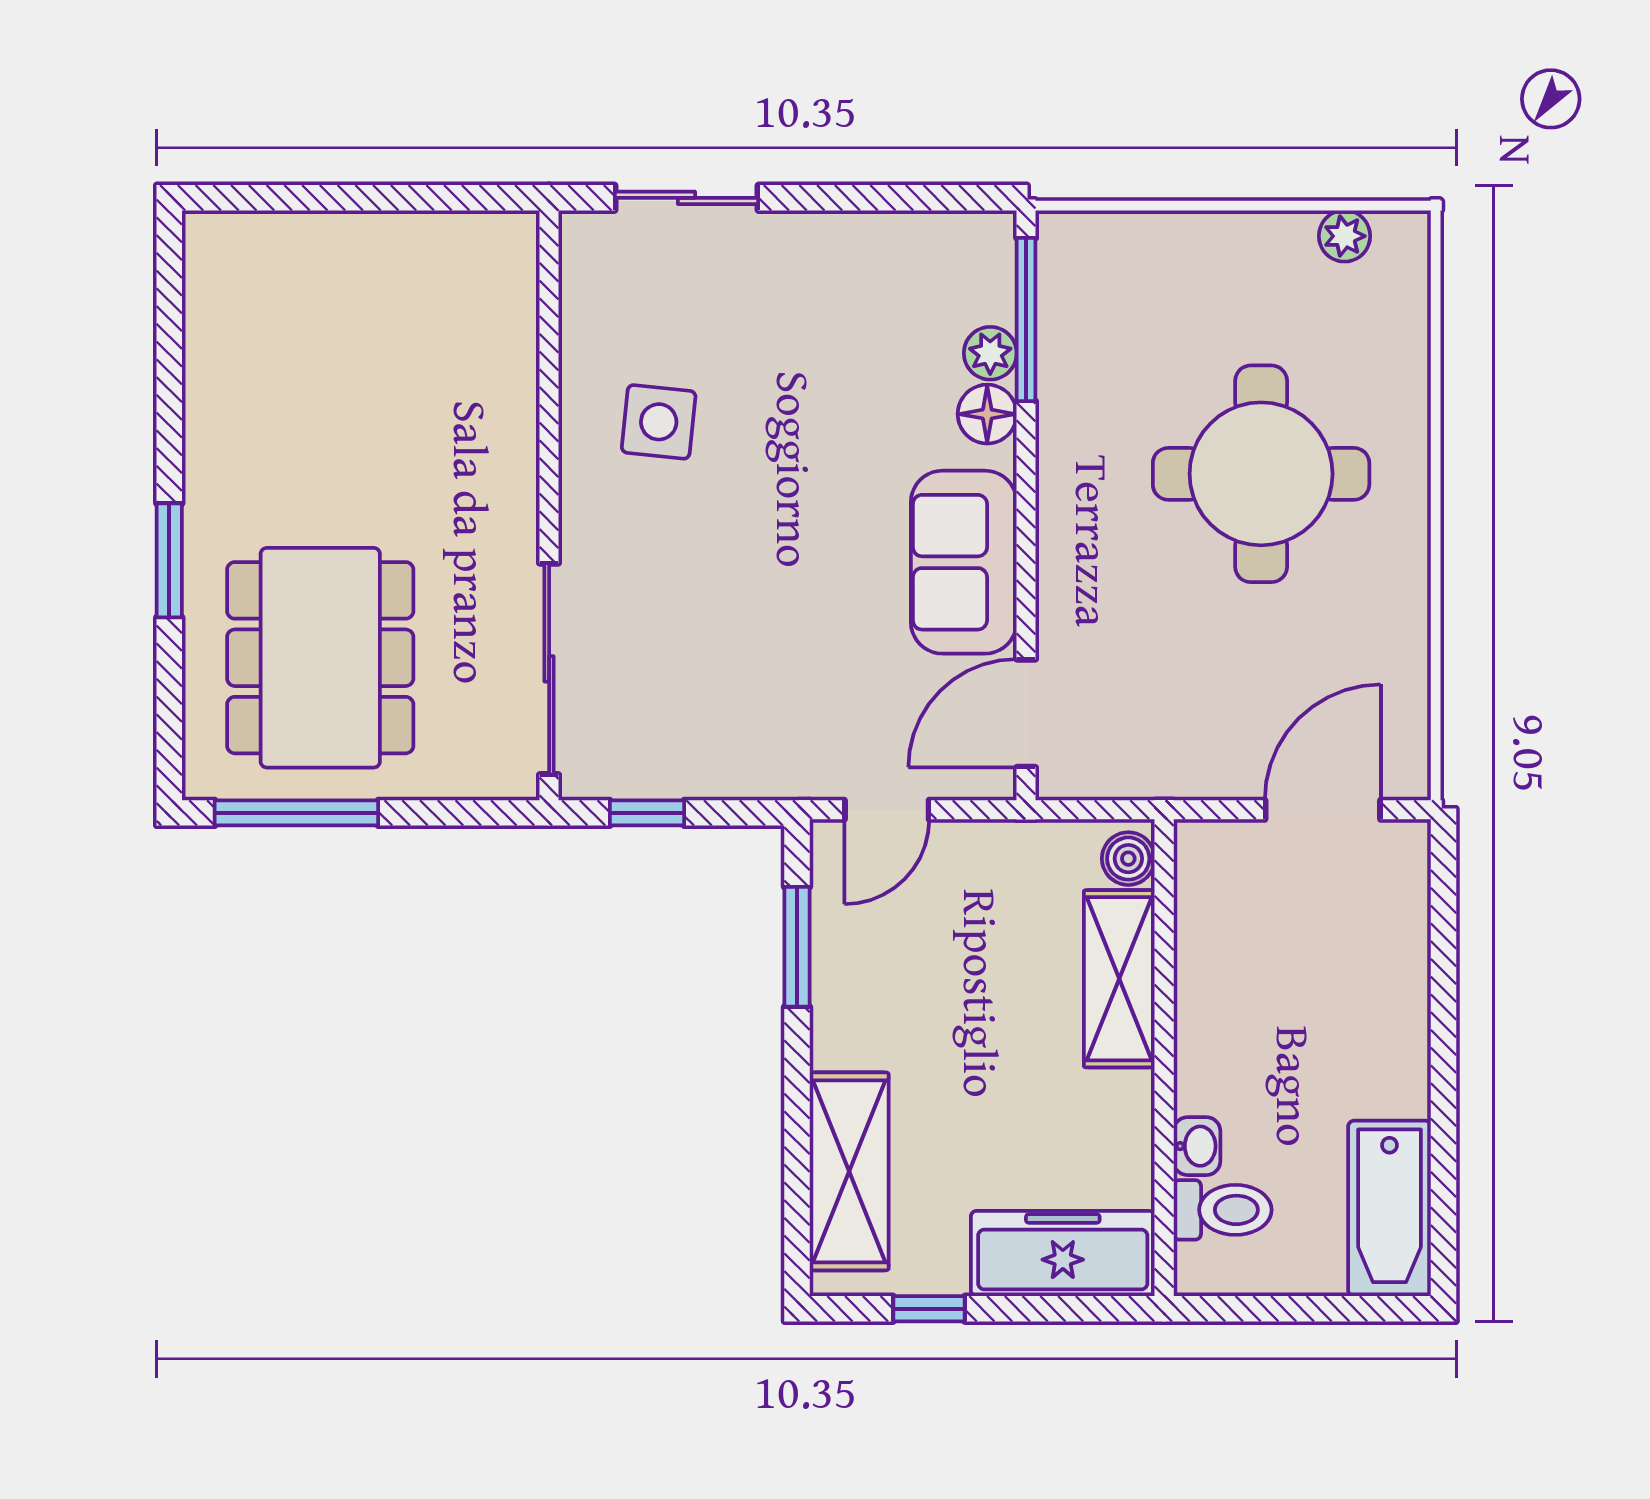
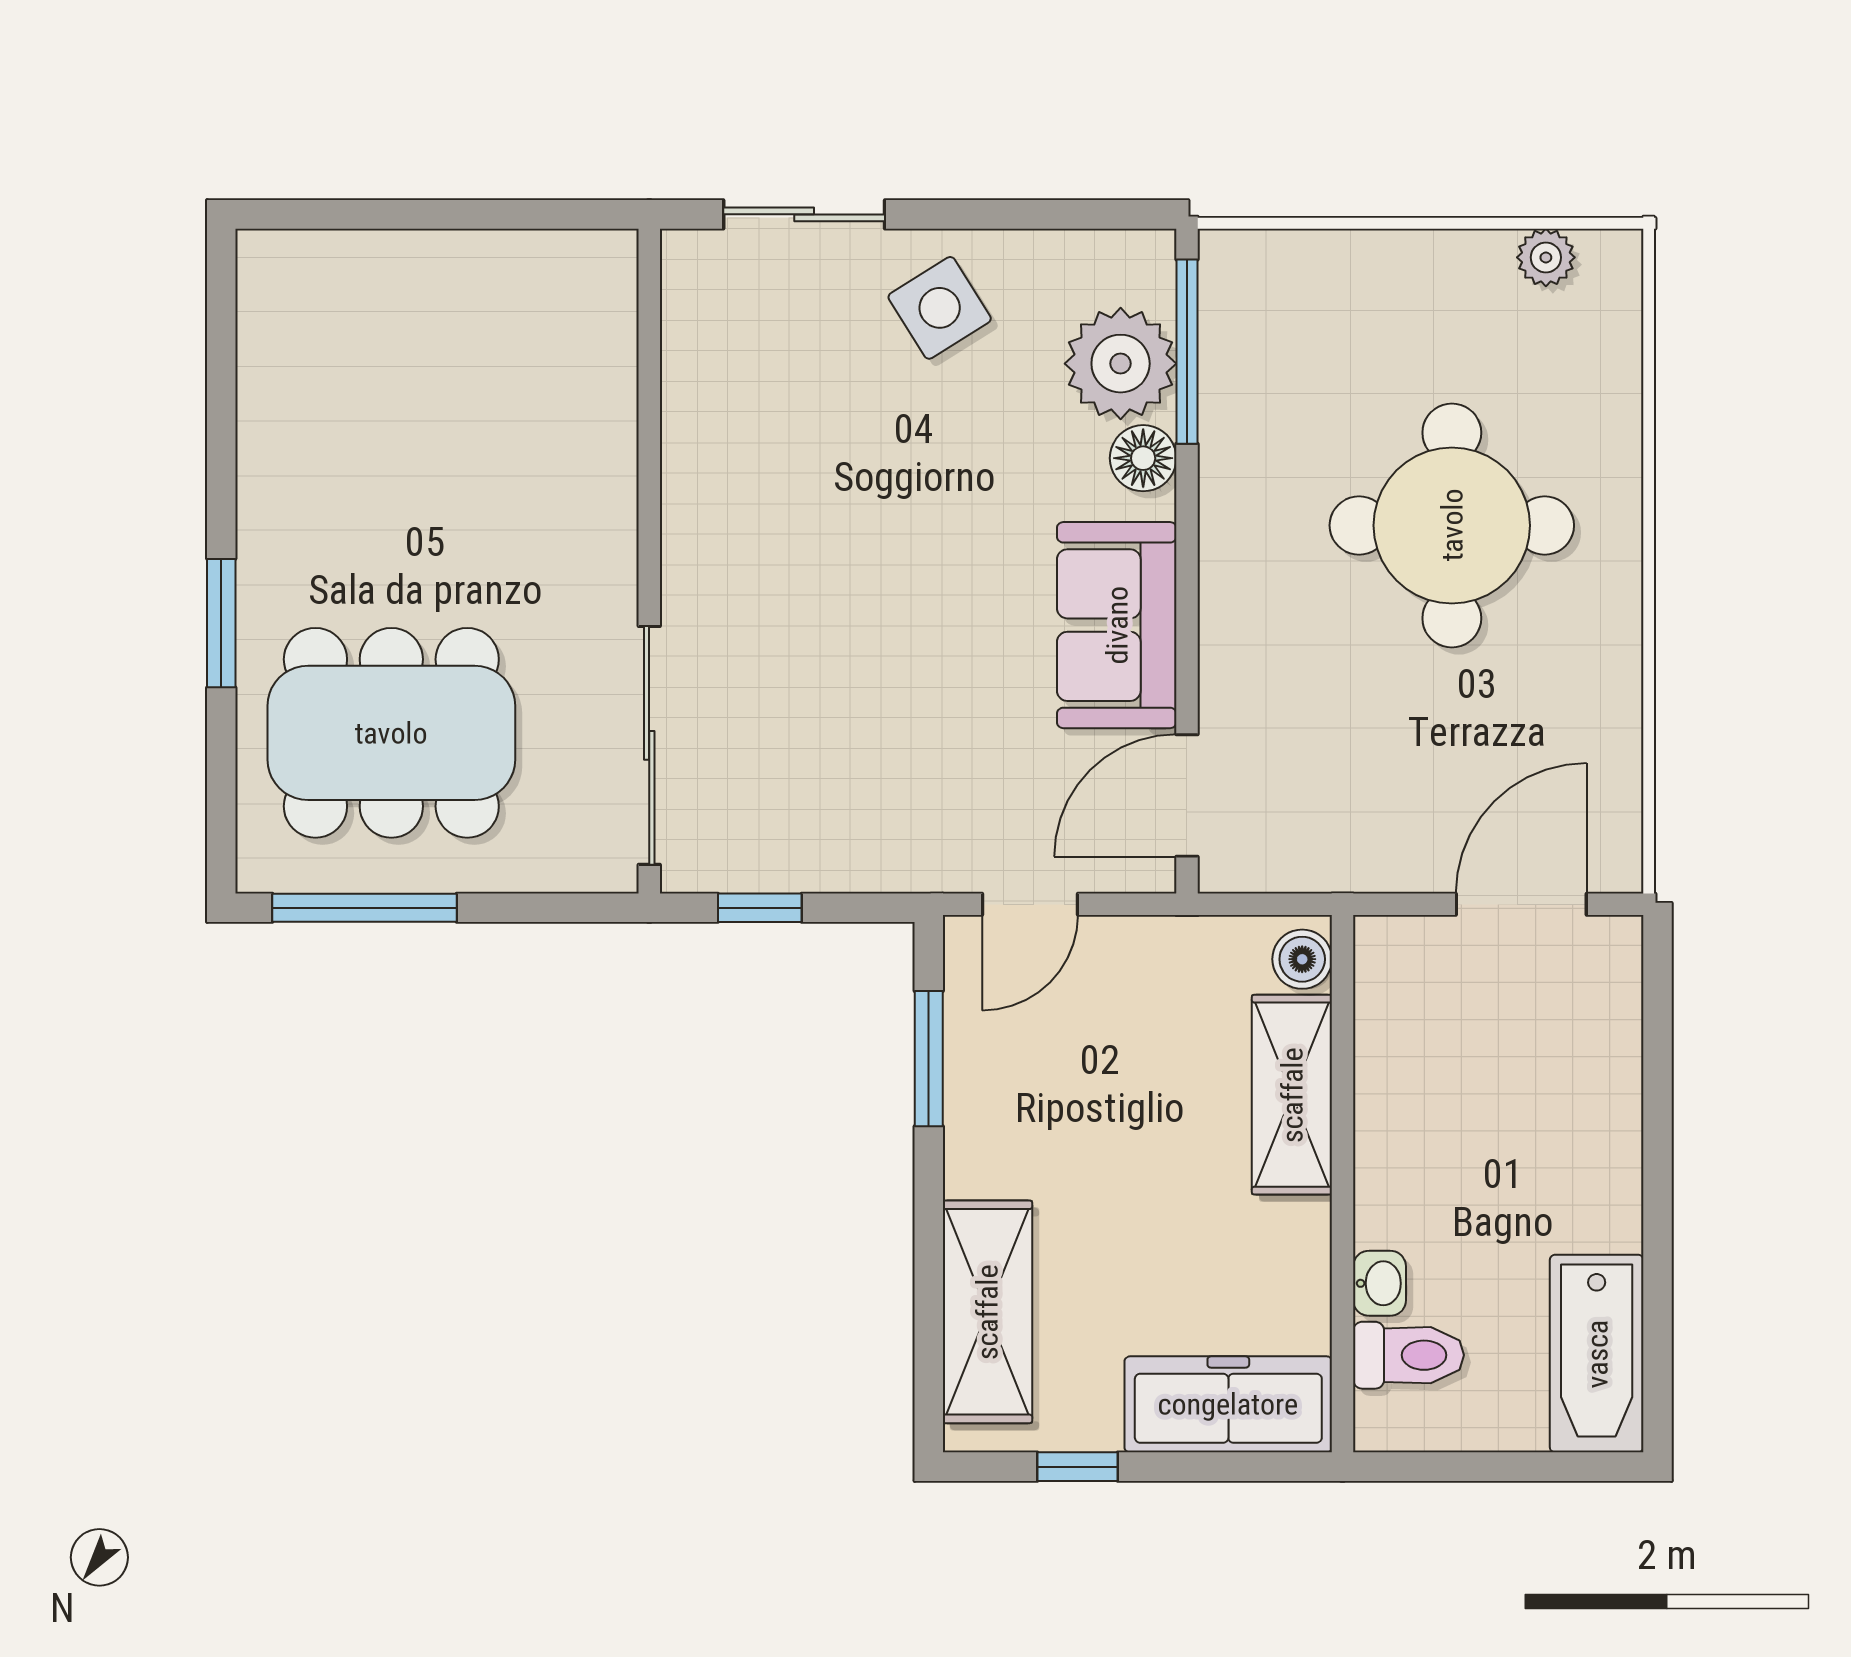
plant: (990, 353) -> (1121, 364), width x1.88, depth x1.88
side table: (659, 422) -> (940, 308), moved, turned -38
dining table: (320, 658) -> (391, 733), turned 90

